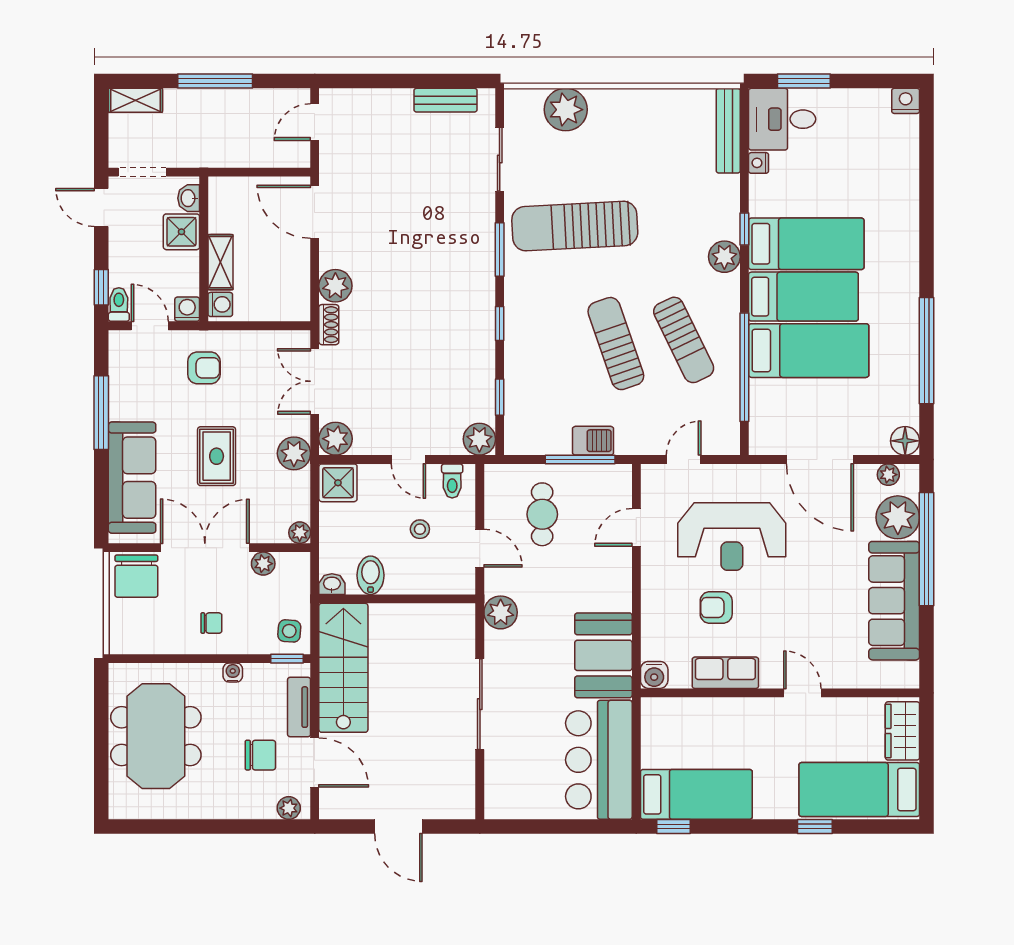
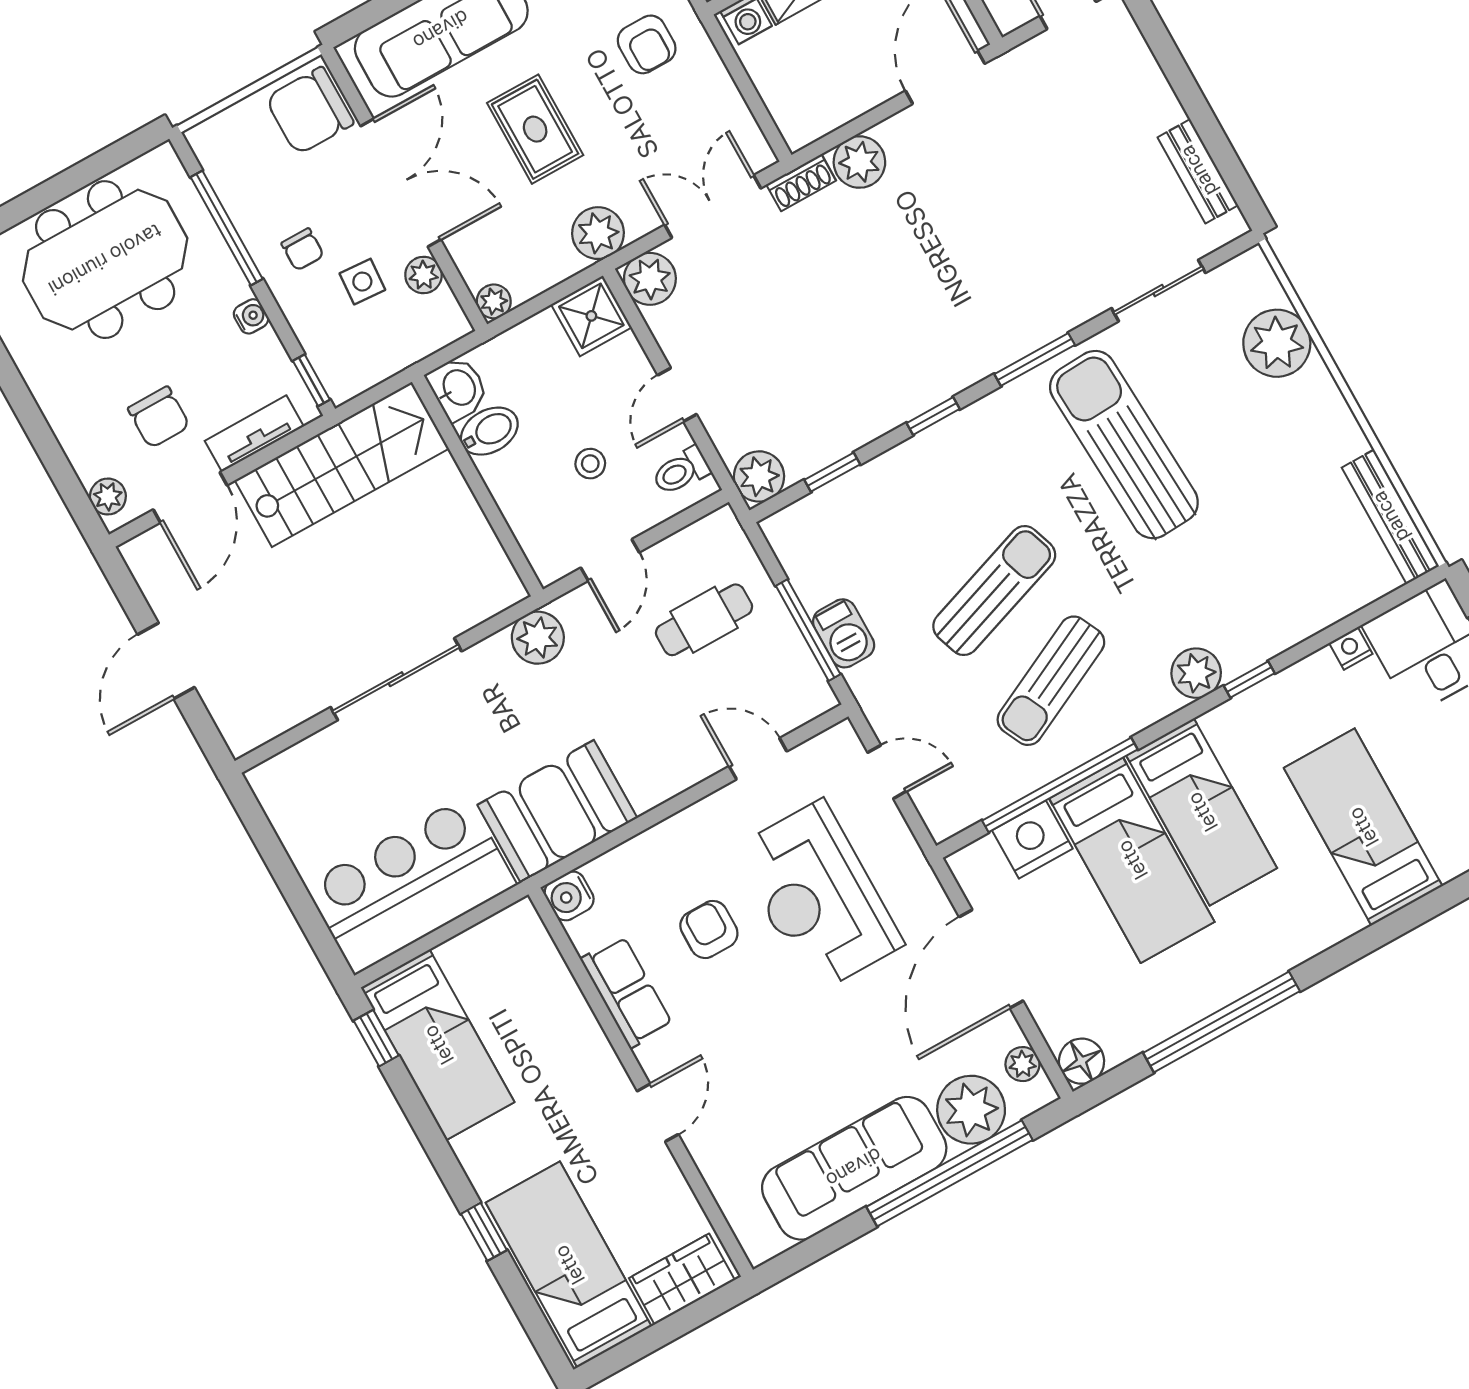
bench: (728, 131) -> (1390, 517), moved, turned 90
bed: (806, 244) -> (1363, 827), moved, turned 180
nightstand: (766, 399) -> (1032, 840), added
rug: (217, 456) -> (535, 129), turned 90
washbasin: (332, 584) -> (458, 388), width x1.38, depth x1.45
side table: (289, 631) -> (362, 282), moved
window: (176, 659) -> (227, 228), added

